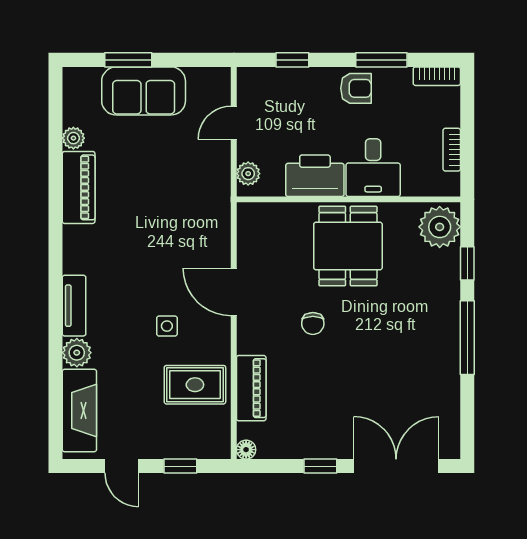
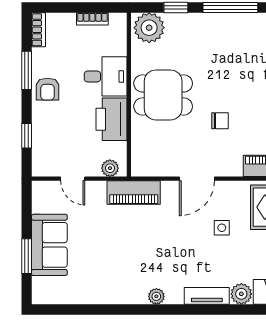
armchair: (356, 88) -> (48, 89), turned 180
plant: (73, 138) -> (156, 296), moved
piano: (79, 187) -> (134, 193), moved, turned 180

